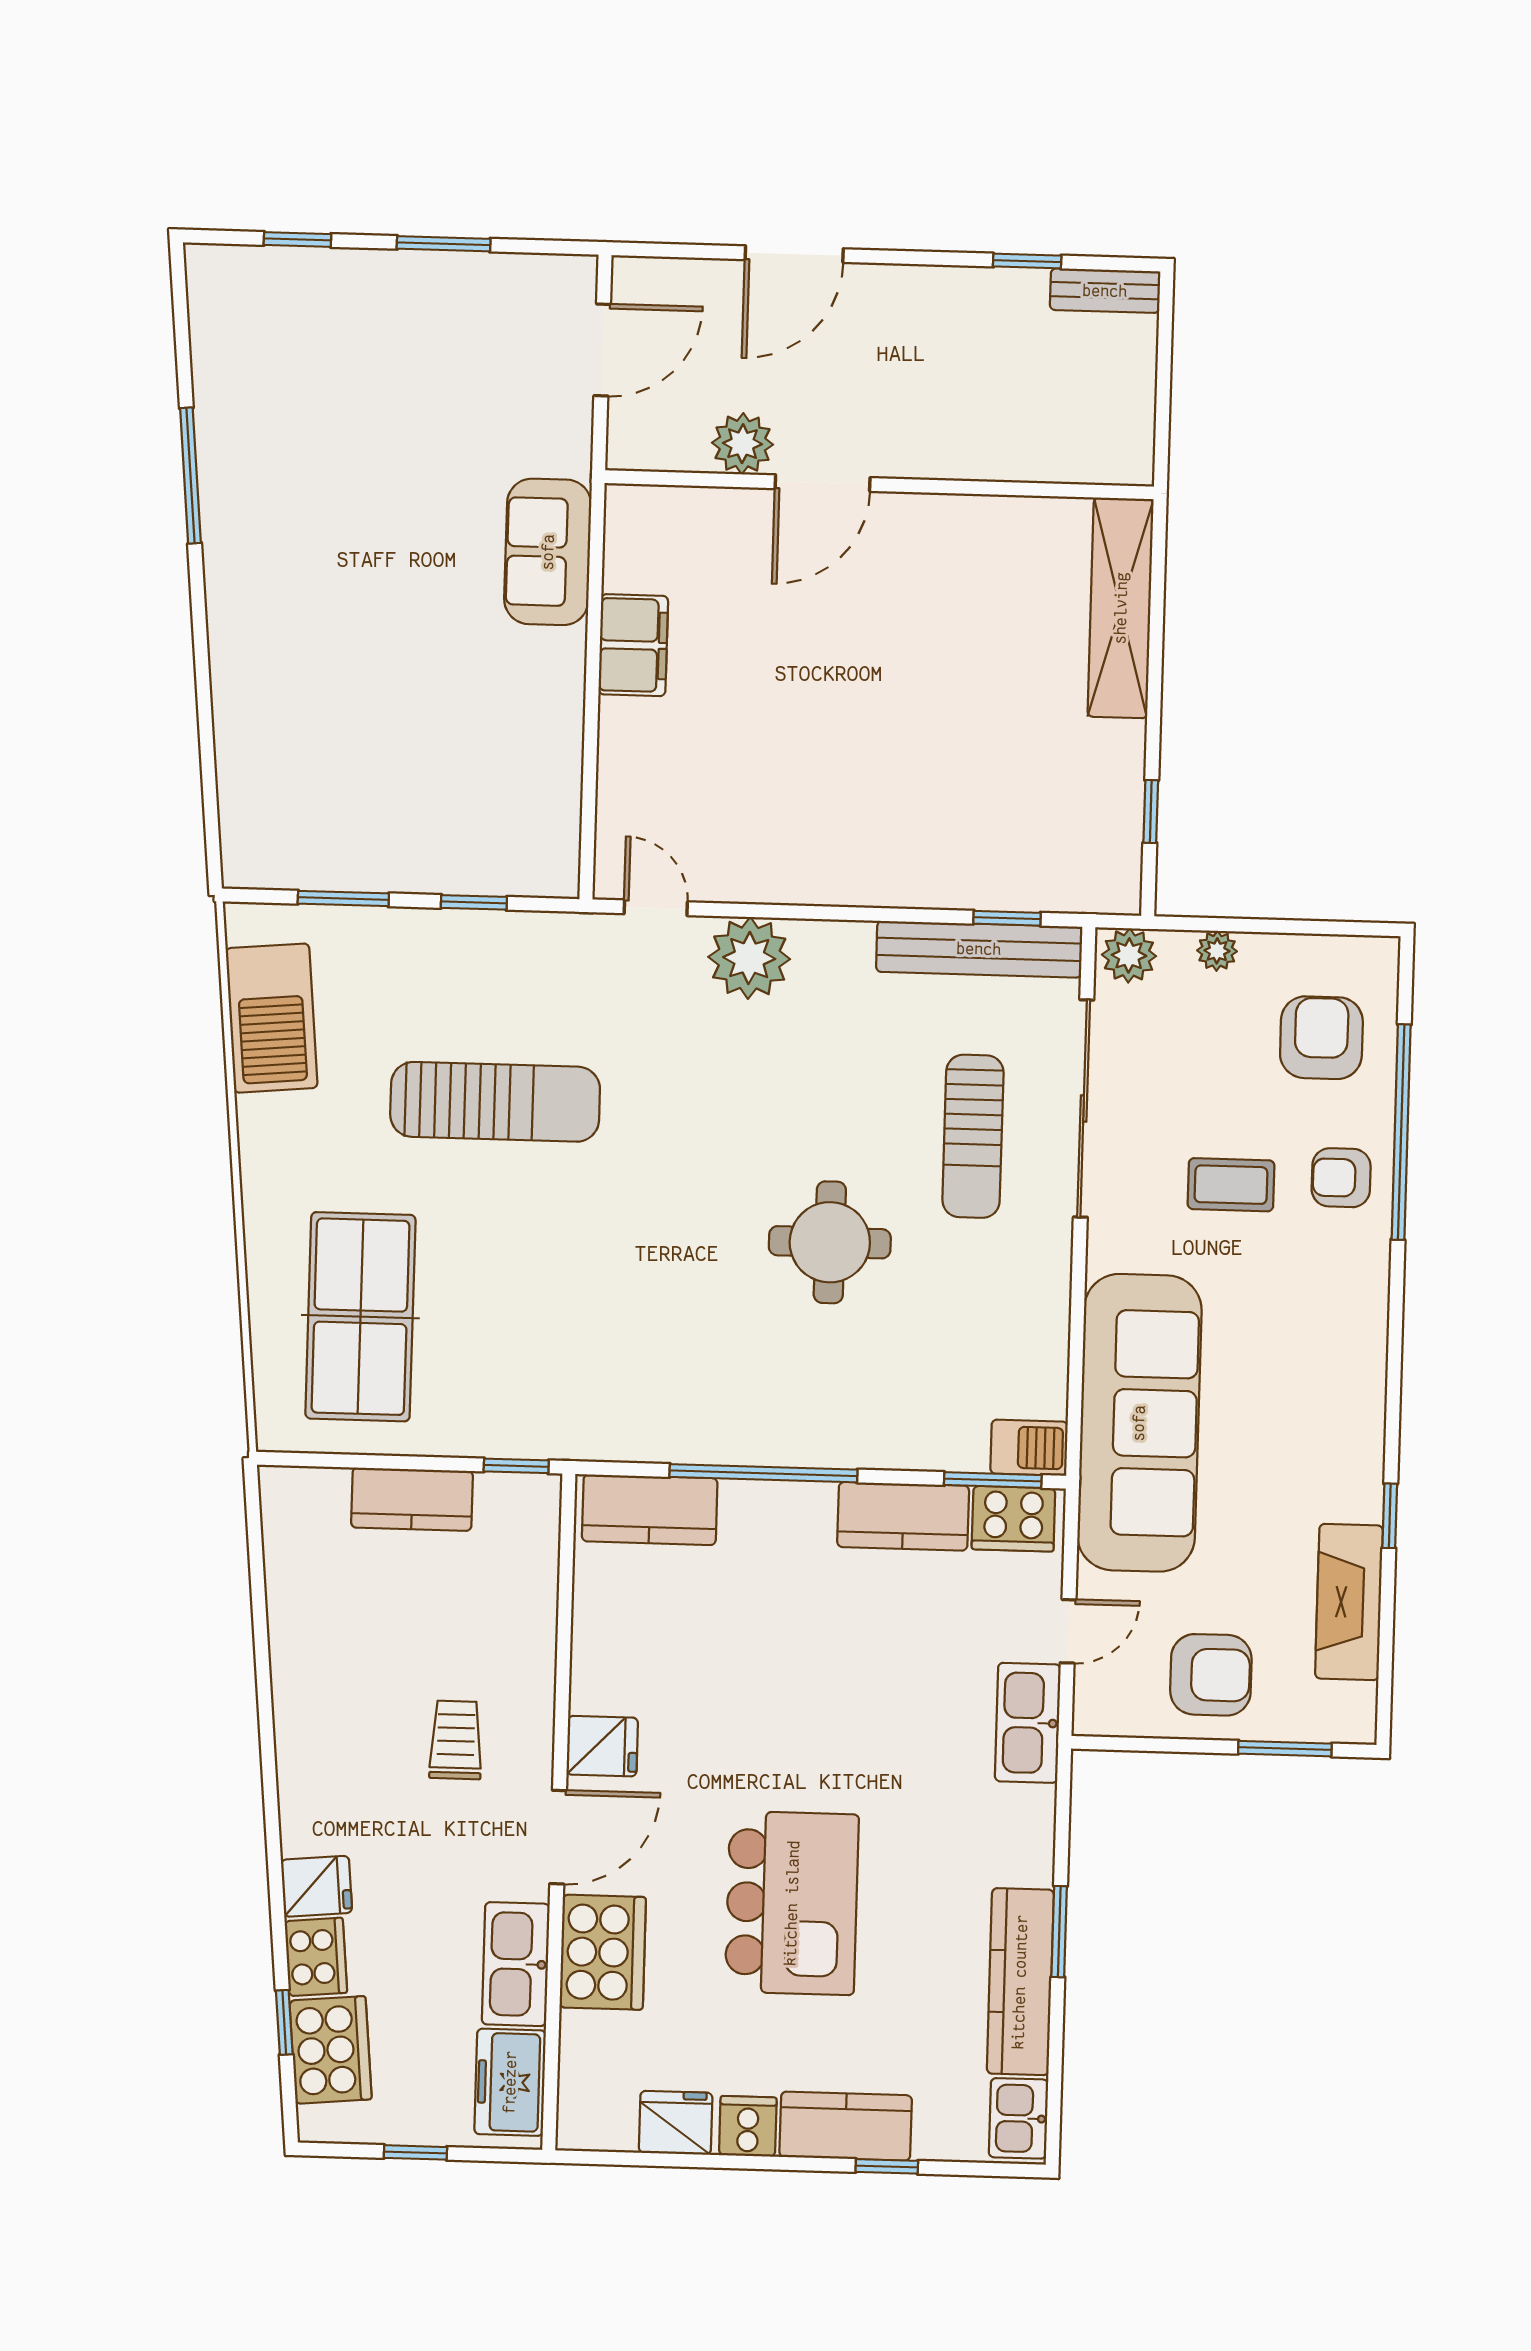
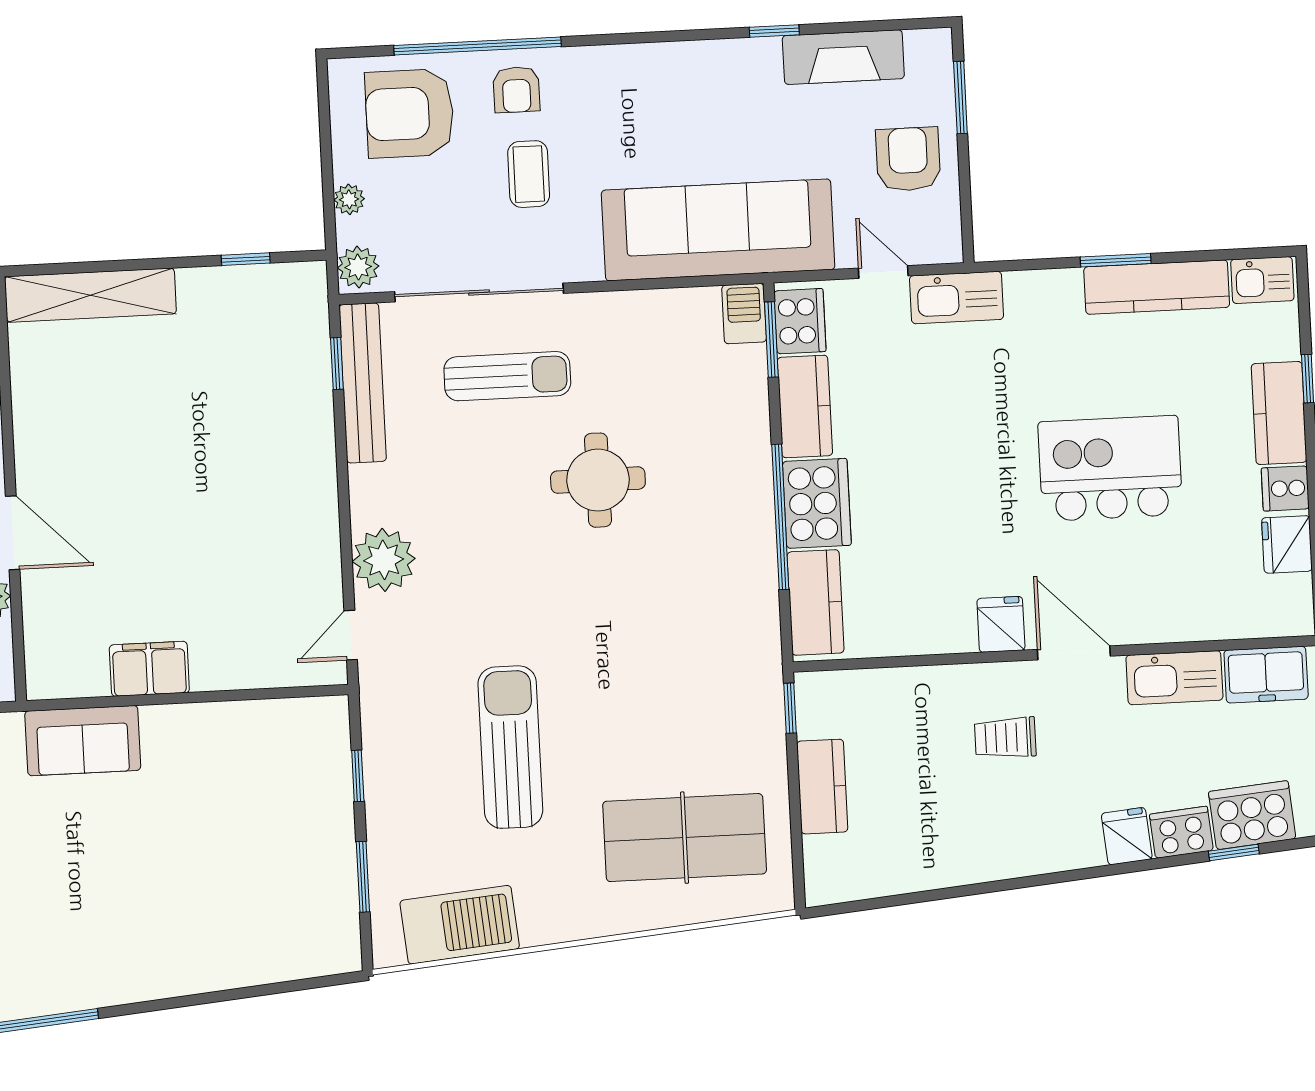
armchair: (1321, 1038) -> (410, 113), width x1.36, depth x1.36
cooker: (603, 1952) -> (817, 503), moved, turned 90

